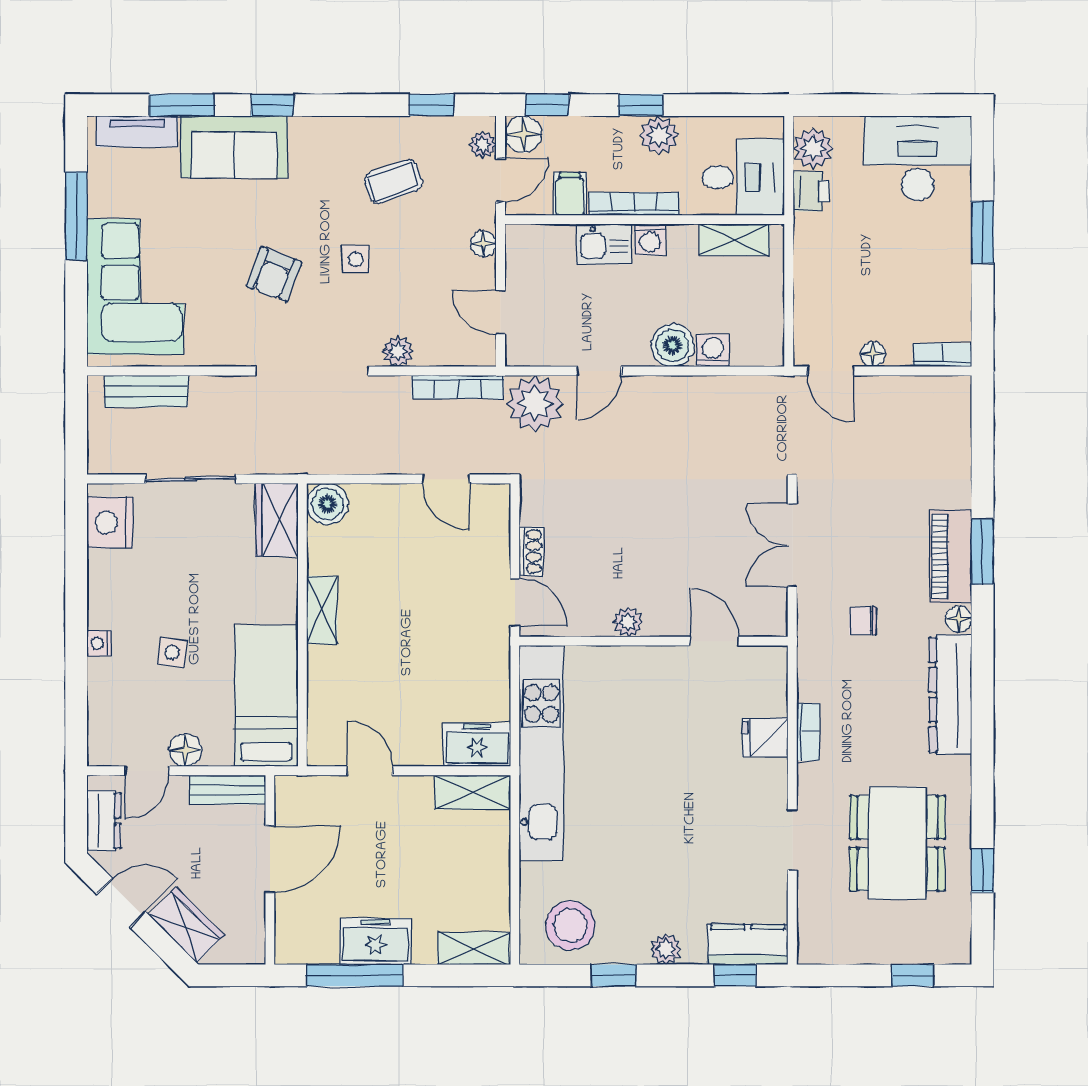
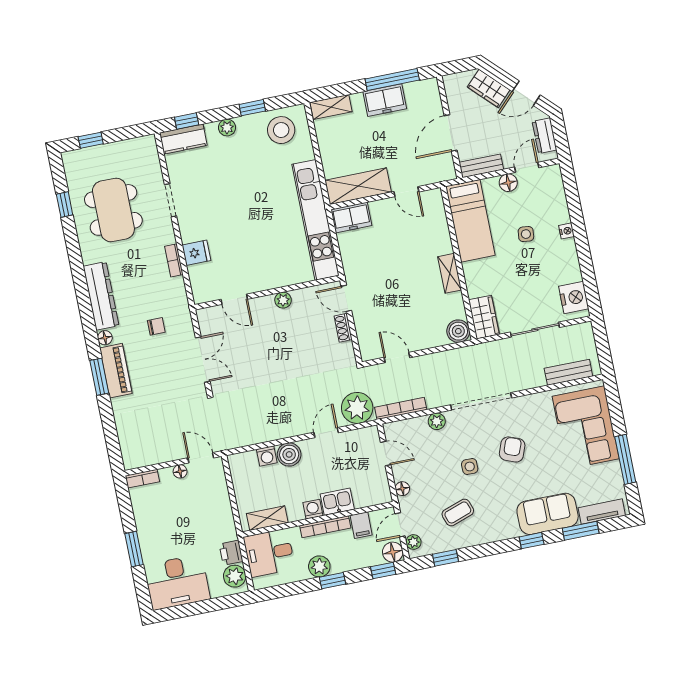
shelving: (473, 792) -> (358, 186), width x1.50, depth x1.33

